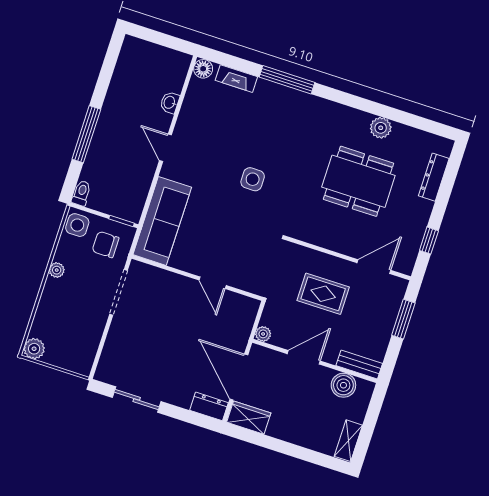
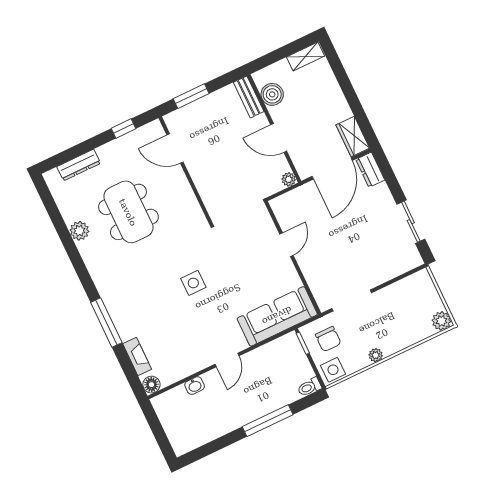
rug: (323, 294) -> (225, 165), removed

